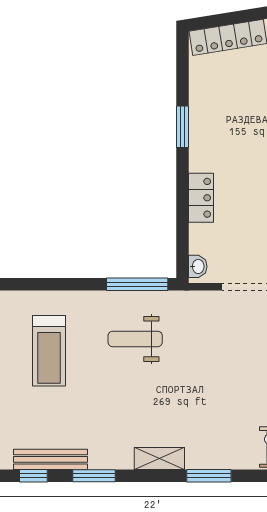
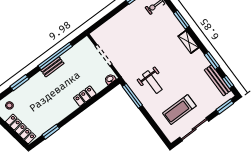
window: (182, 127) -> (51, 132), moved
treadmill: (49, 351) -> (179, 110), turned 180

